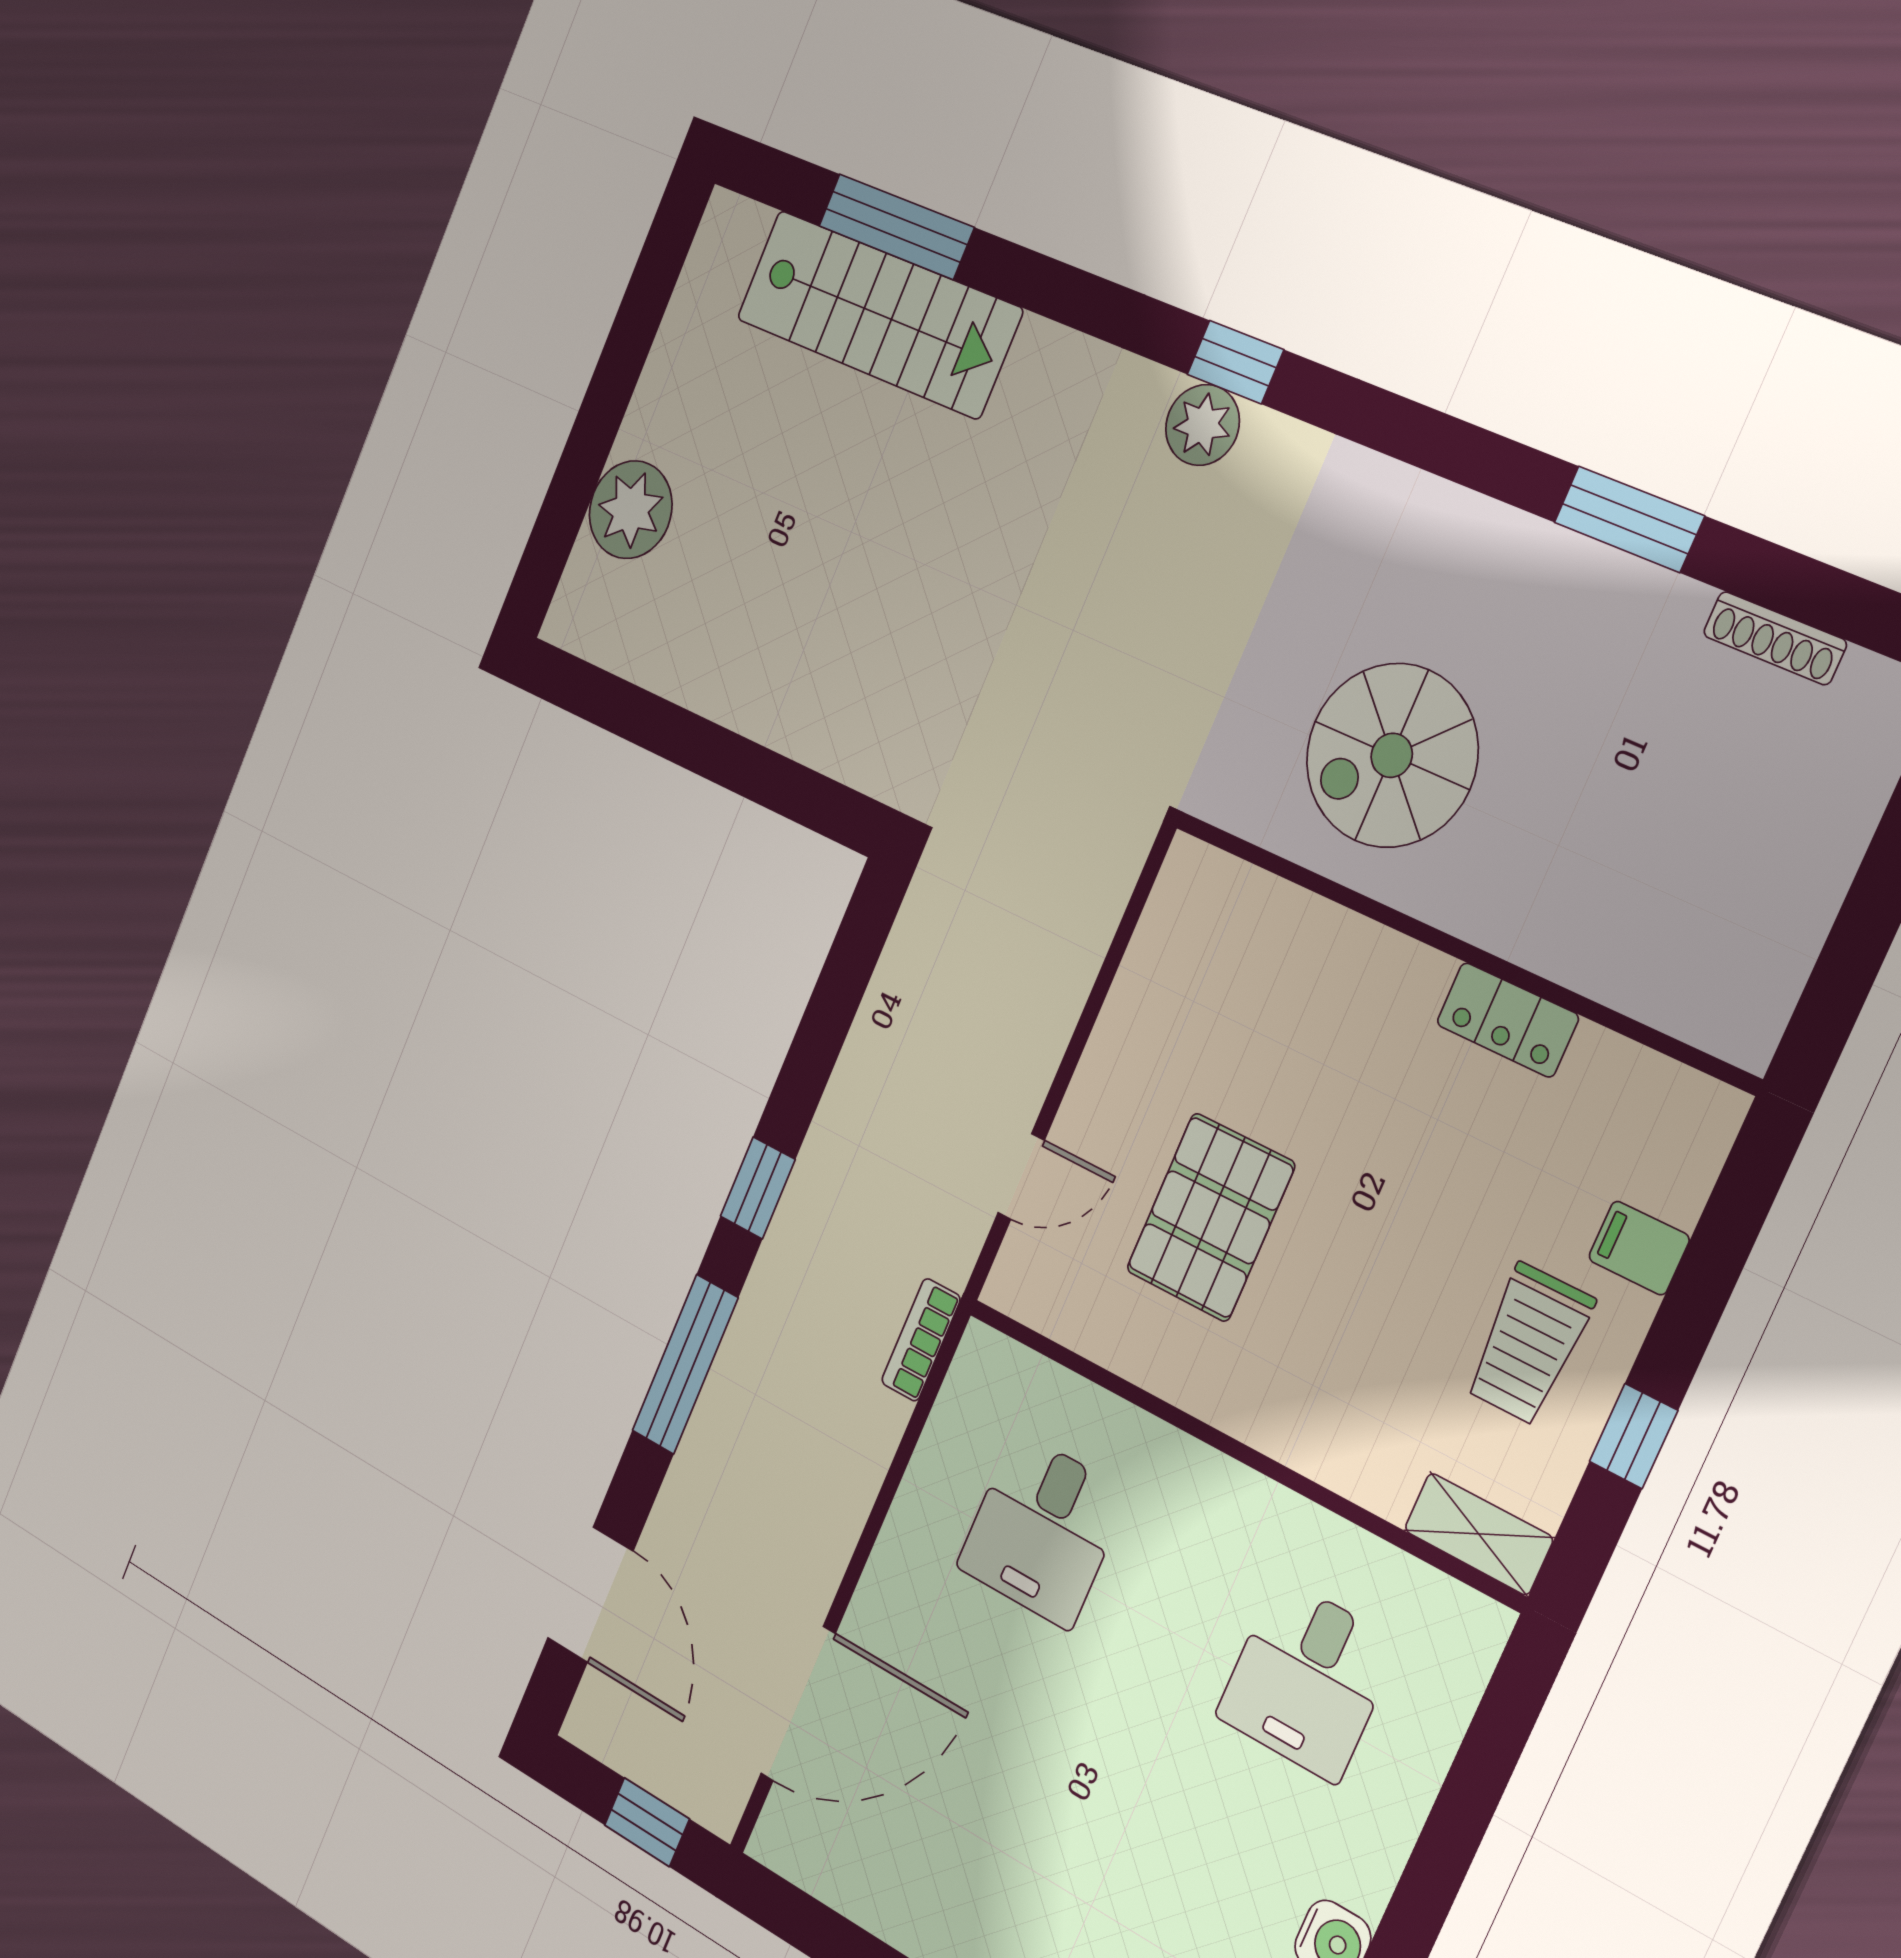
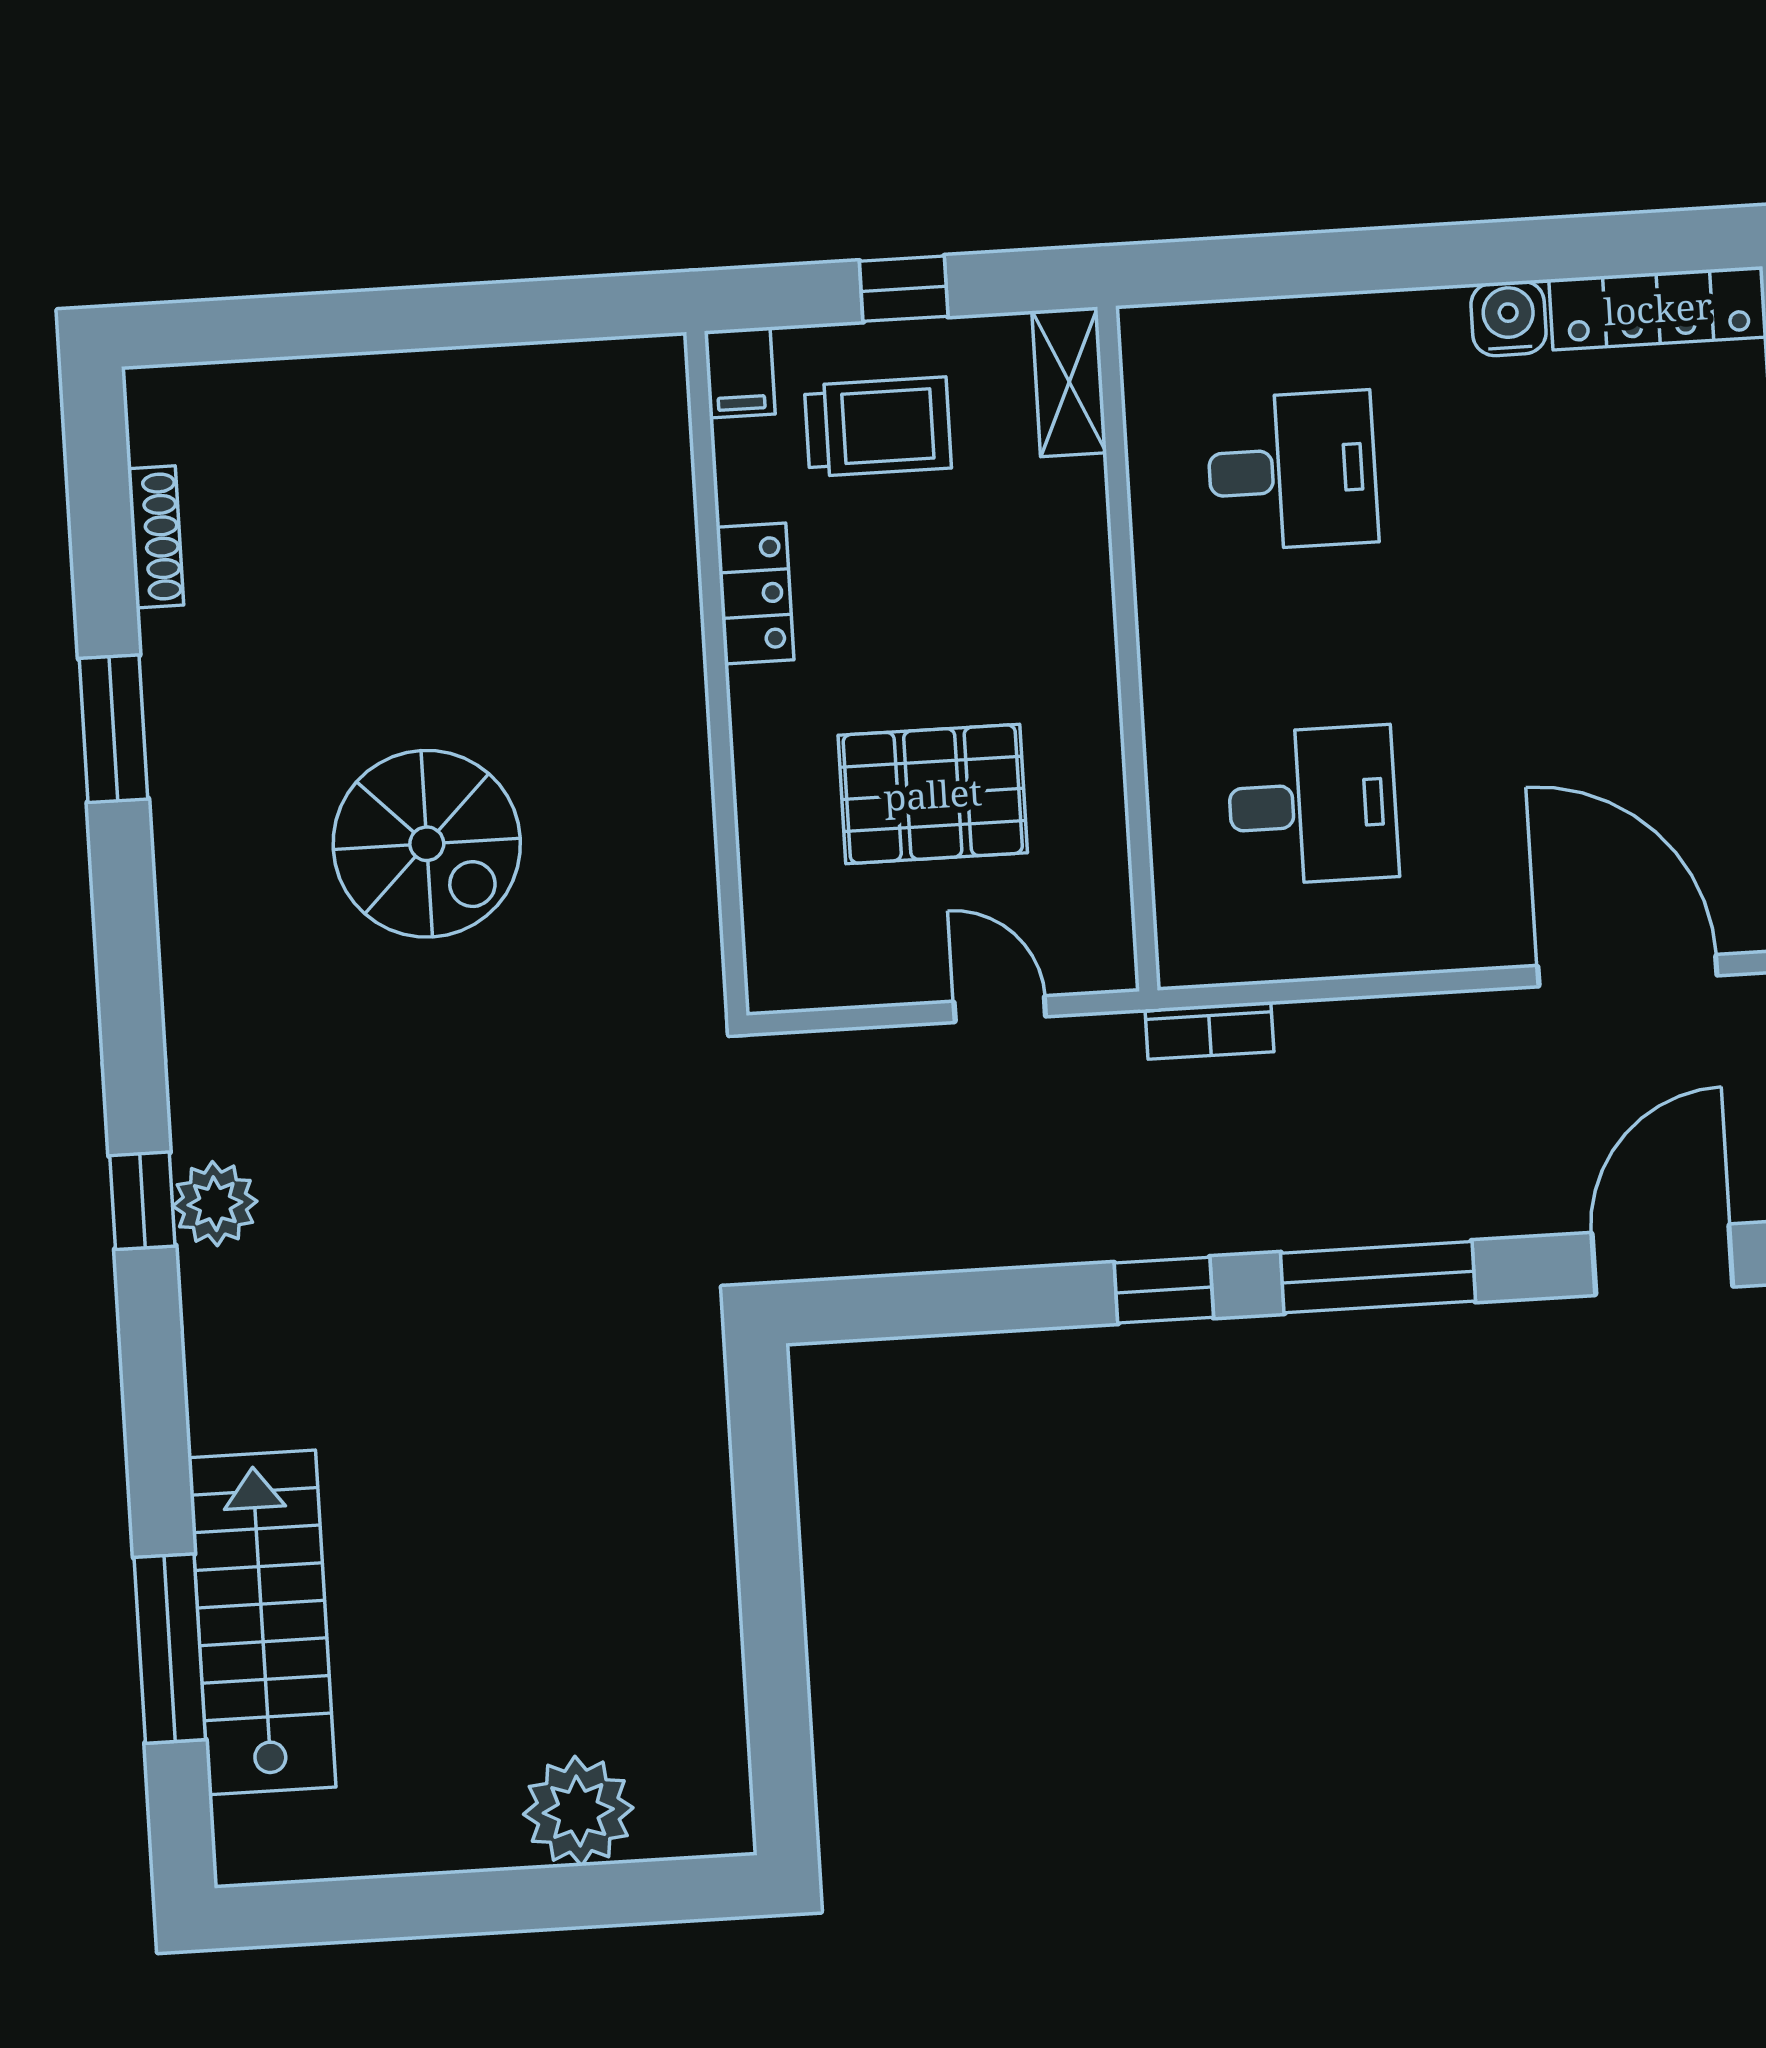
wall: (1459, 949) -> (716, 674), moved
locker: (1507, 1020) -> (755, 594), moved

